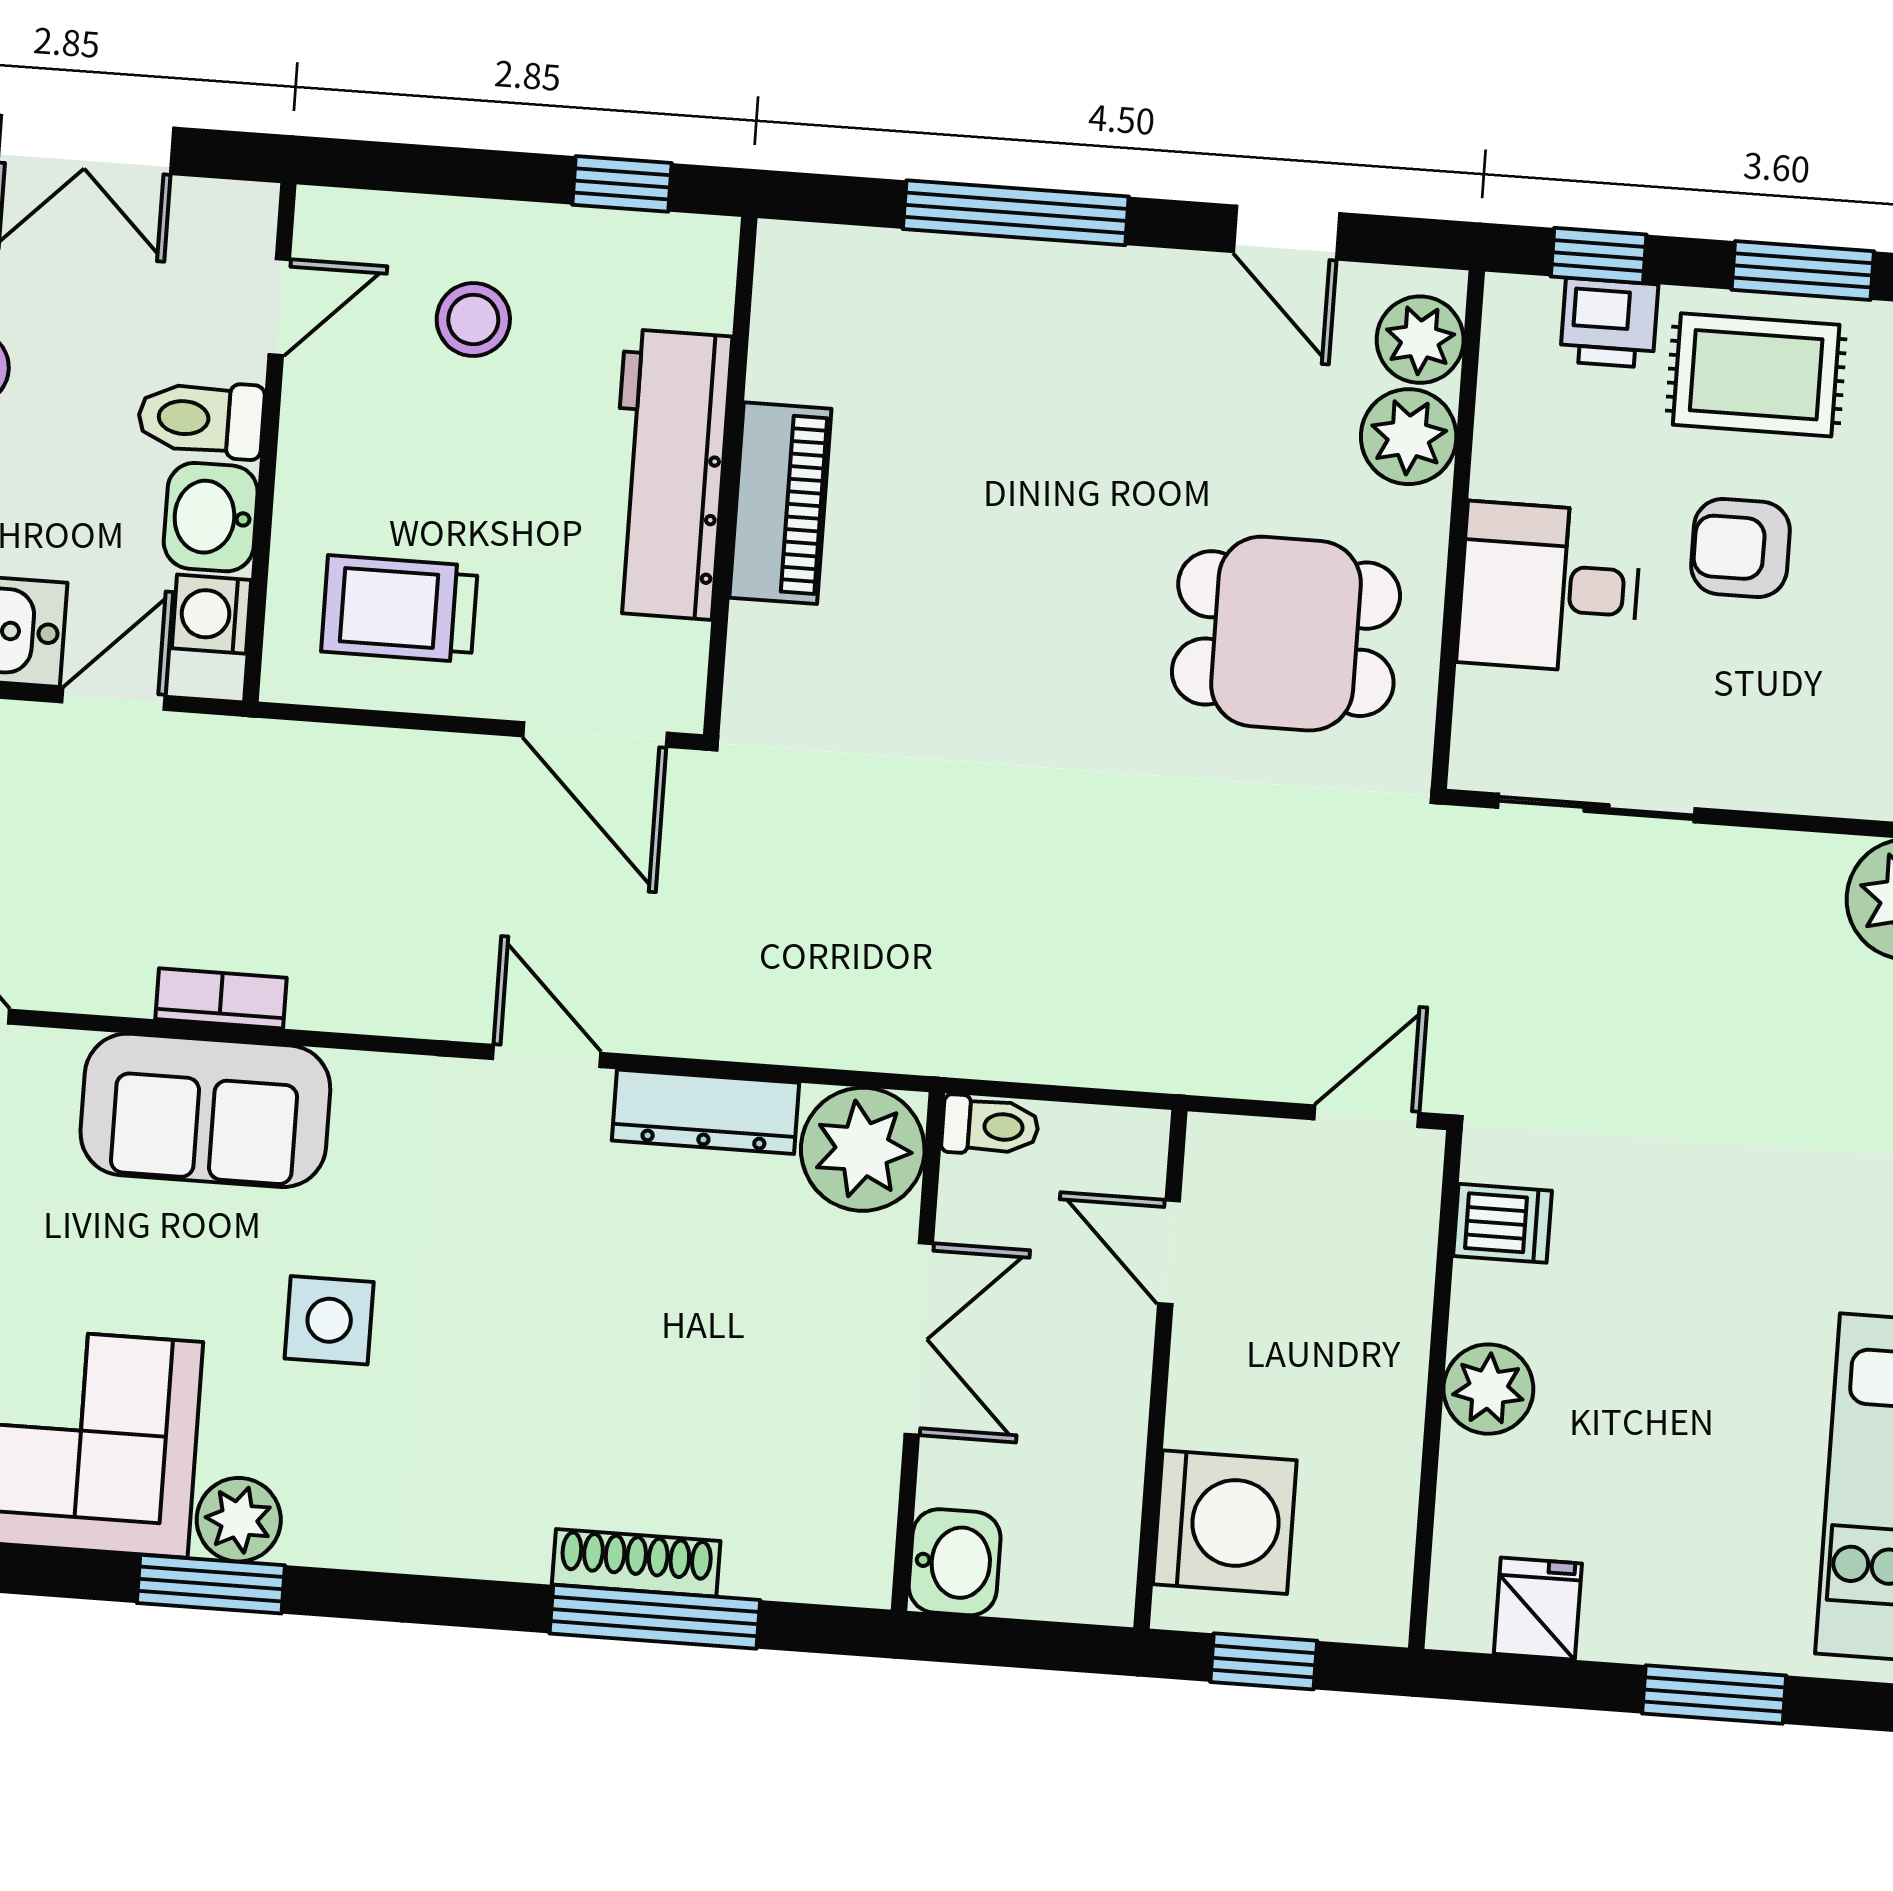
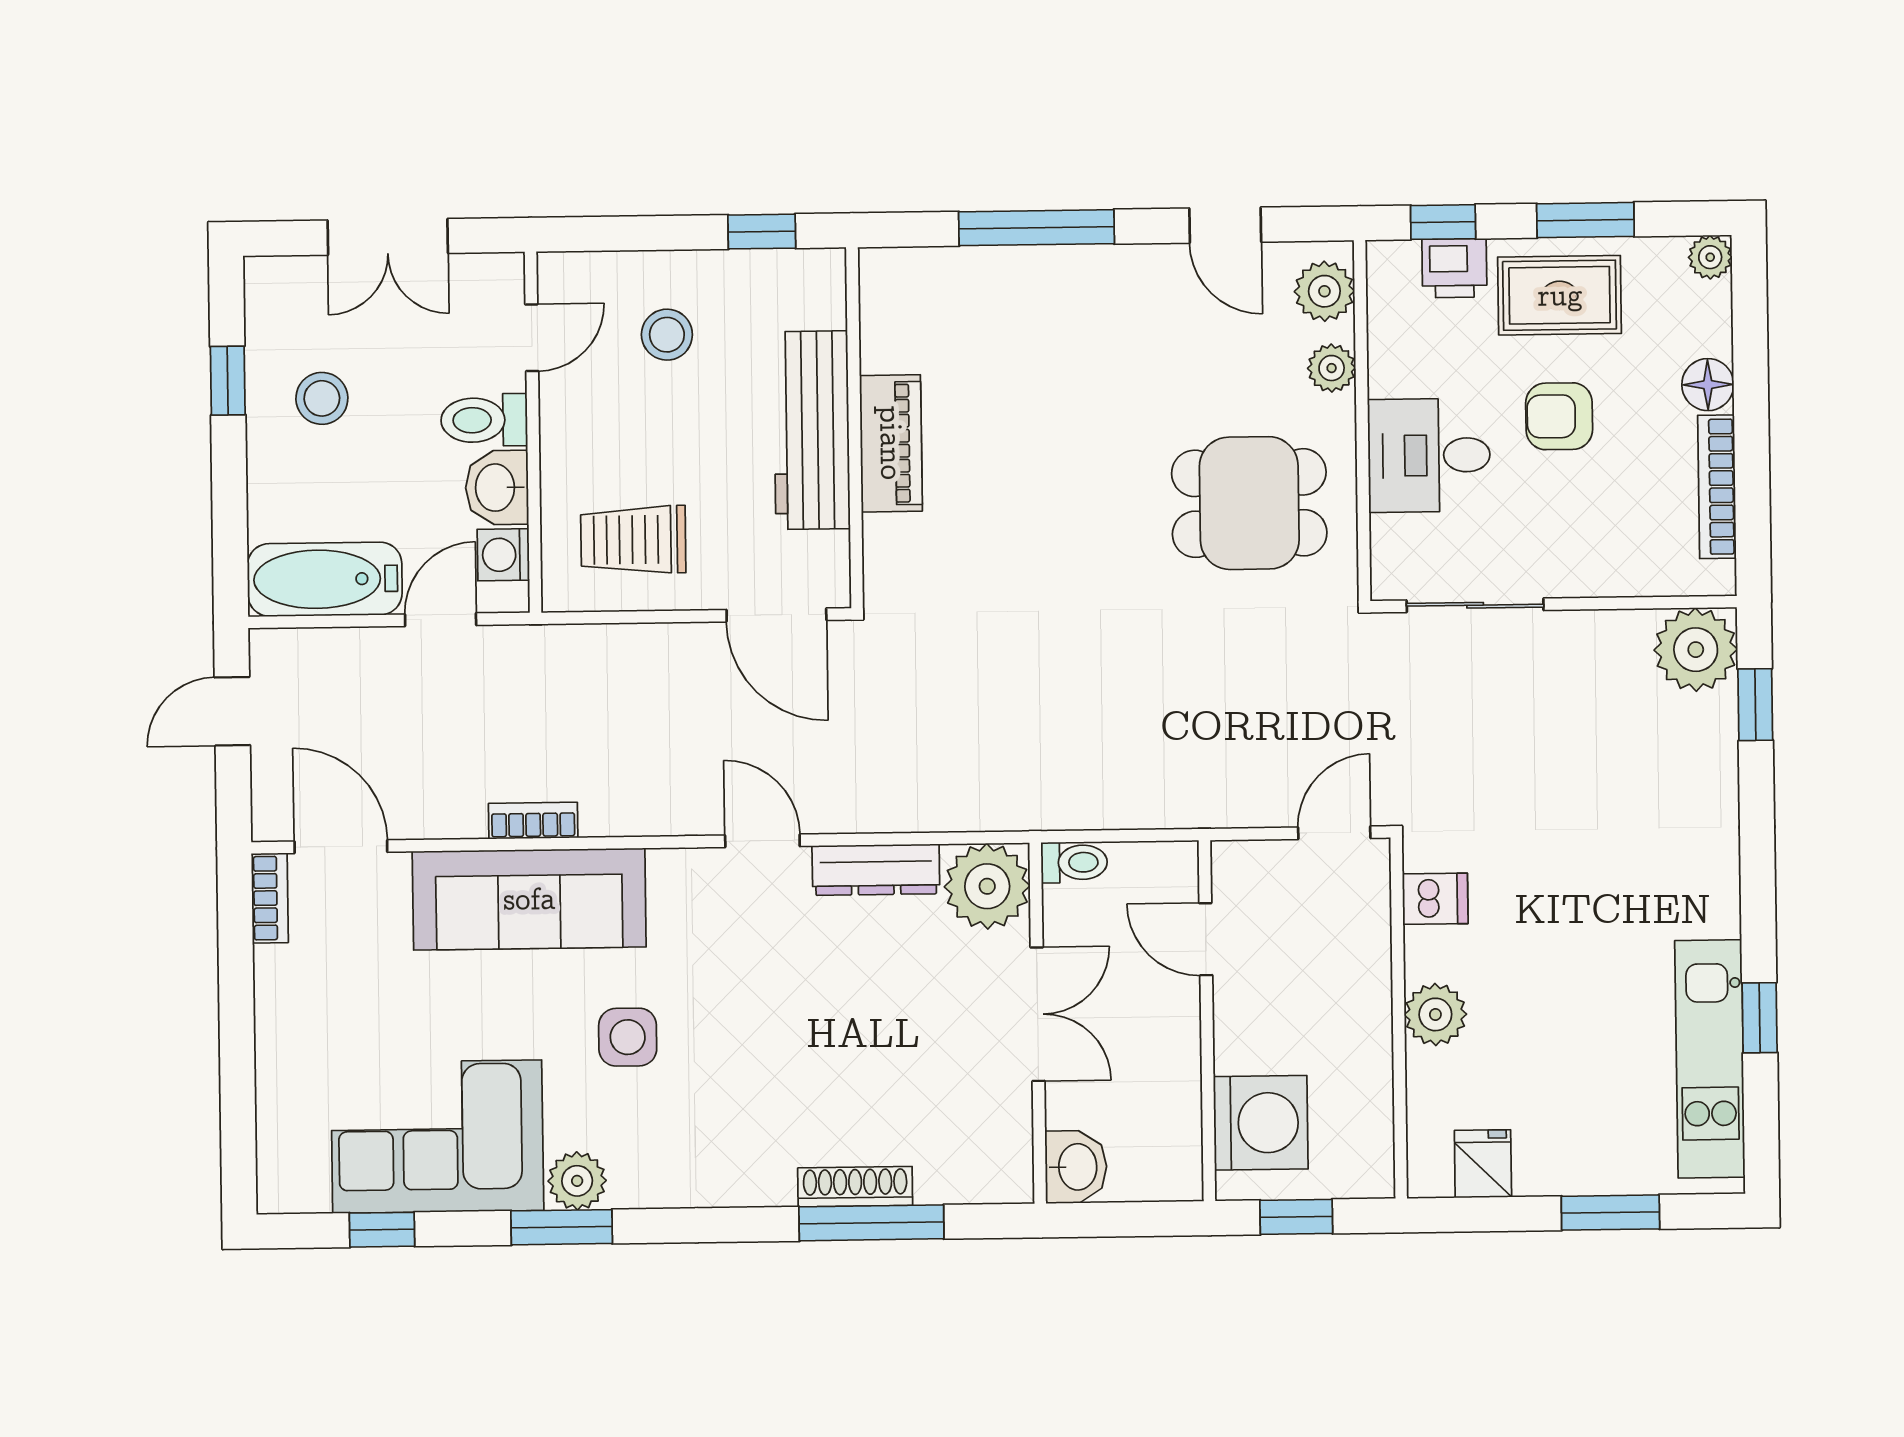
plant: (1409, 437) -> (1332, 368), width x0.73, depth x0.73
sofa: (205, 1110) -> (529, 899), width x1.36

